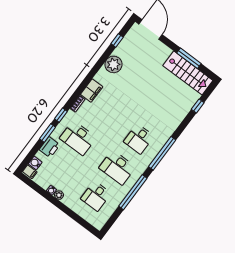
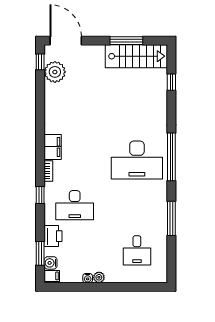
window: (117, 40) -> (40, 62), moved
plant: (113, 64) -> (55, 72), moved
window: (47, 133) -> (40, 253), moved
desk: (139, 139) -> (137, 160), width x1.87, depth x1.30
desk: (117, 167) -> (137, 205), removed
window: (133, 192) -> (171, 218), width x0.68

